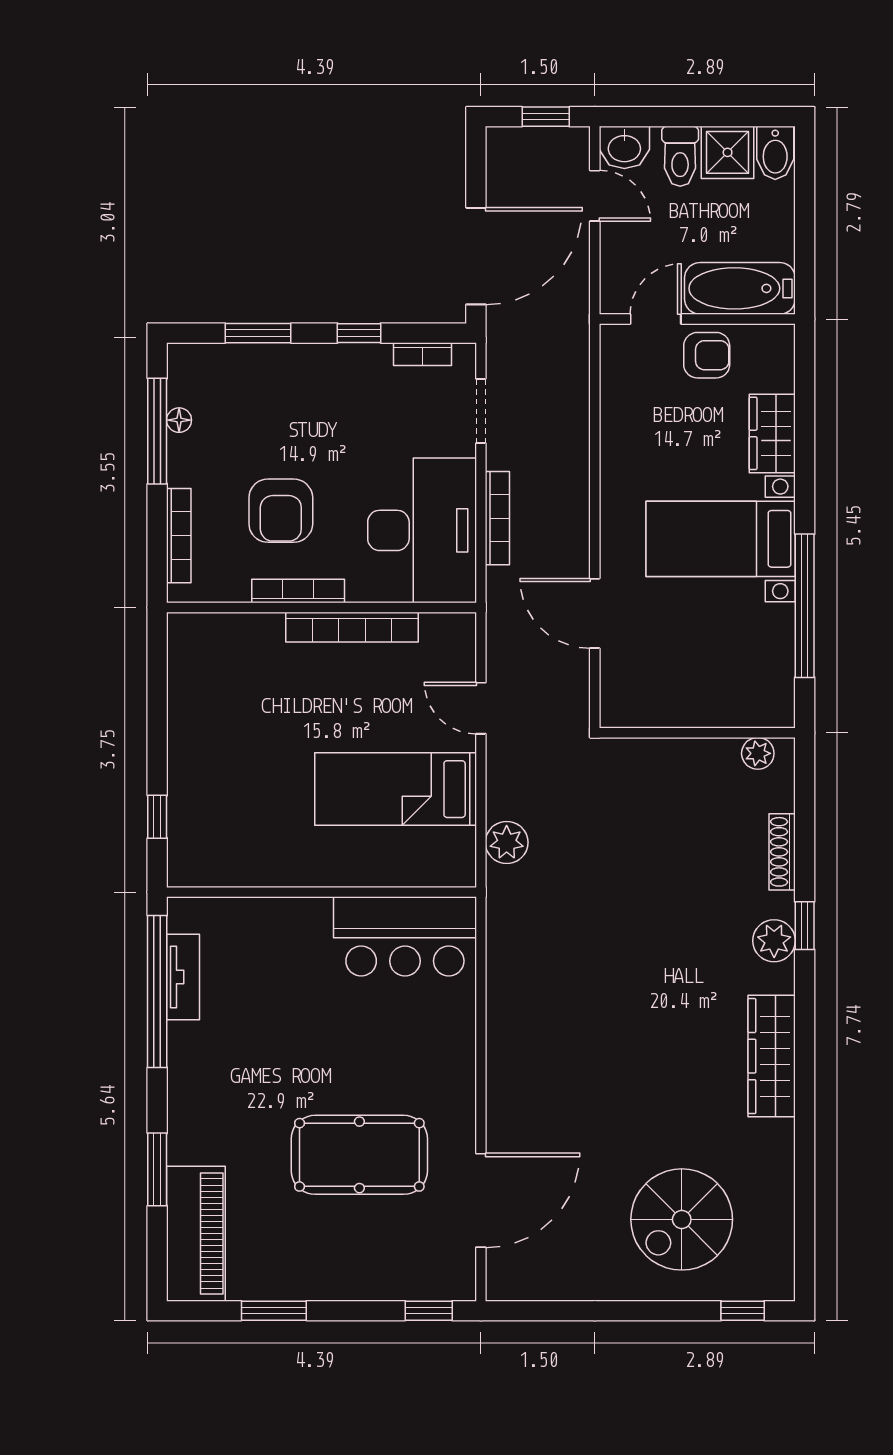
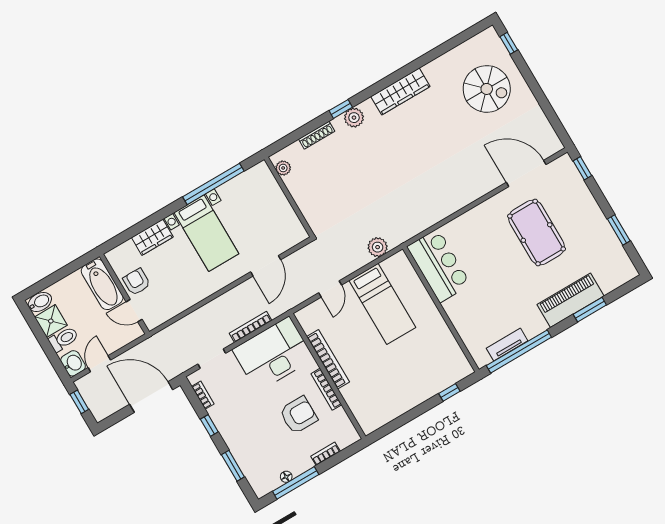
bookcase: (179, 536) -> (325, 454), width x0.64
piano: (196, 1234) -> (570, 300), moved

